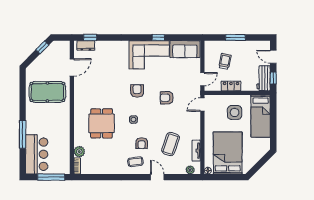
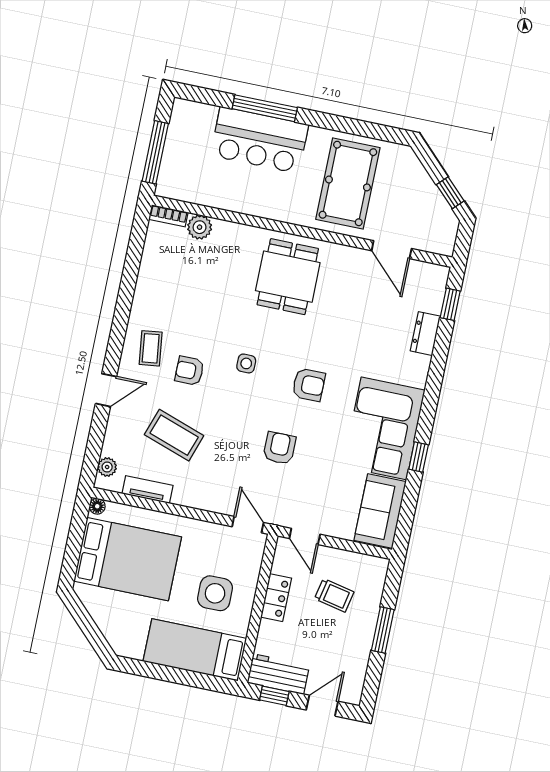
dresser: (86, 45) -> (425, 334), moved
dining table: (102, 123) -> (288, 277), moved, turned 90
bar counter: (37, 154) -> (260, 140), moved

